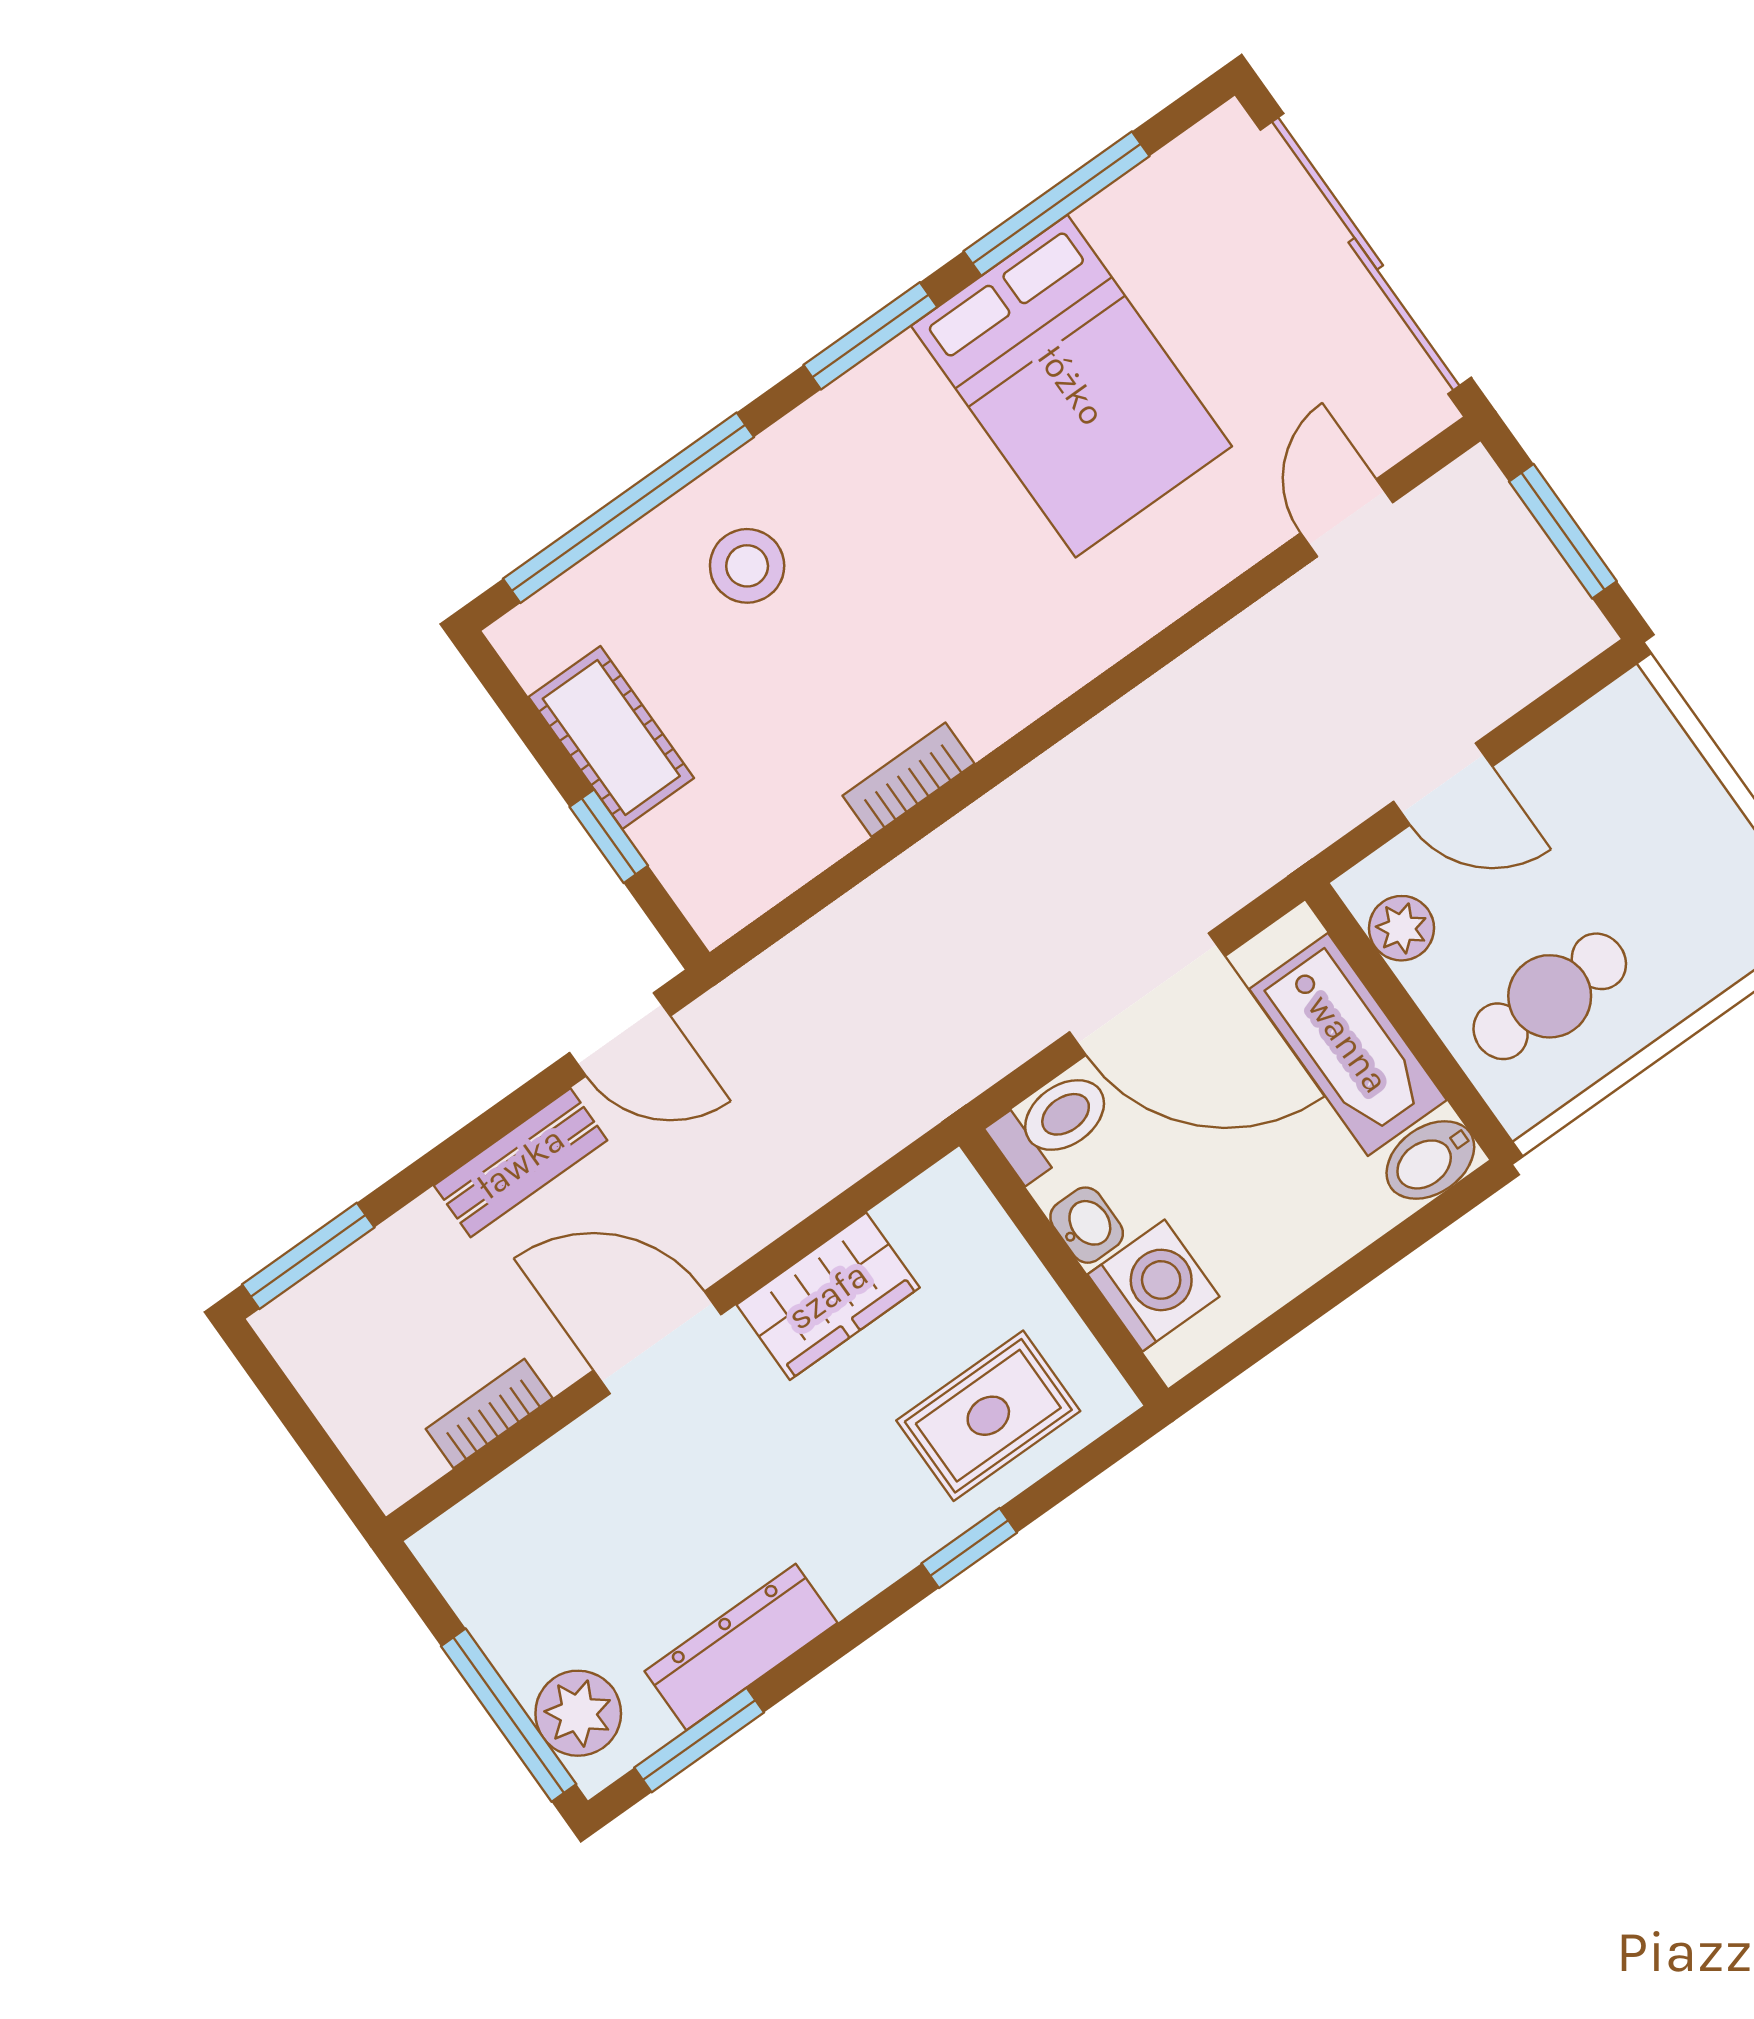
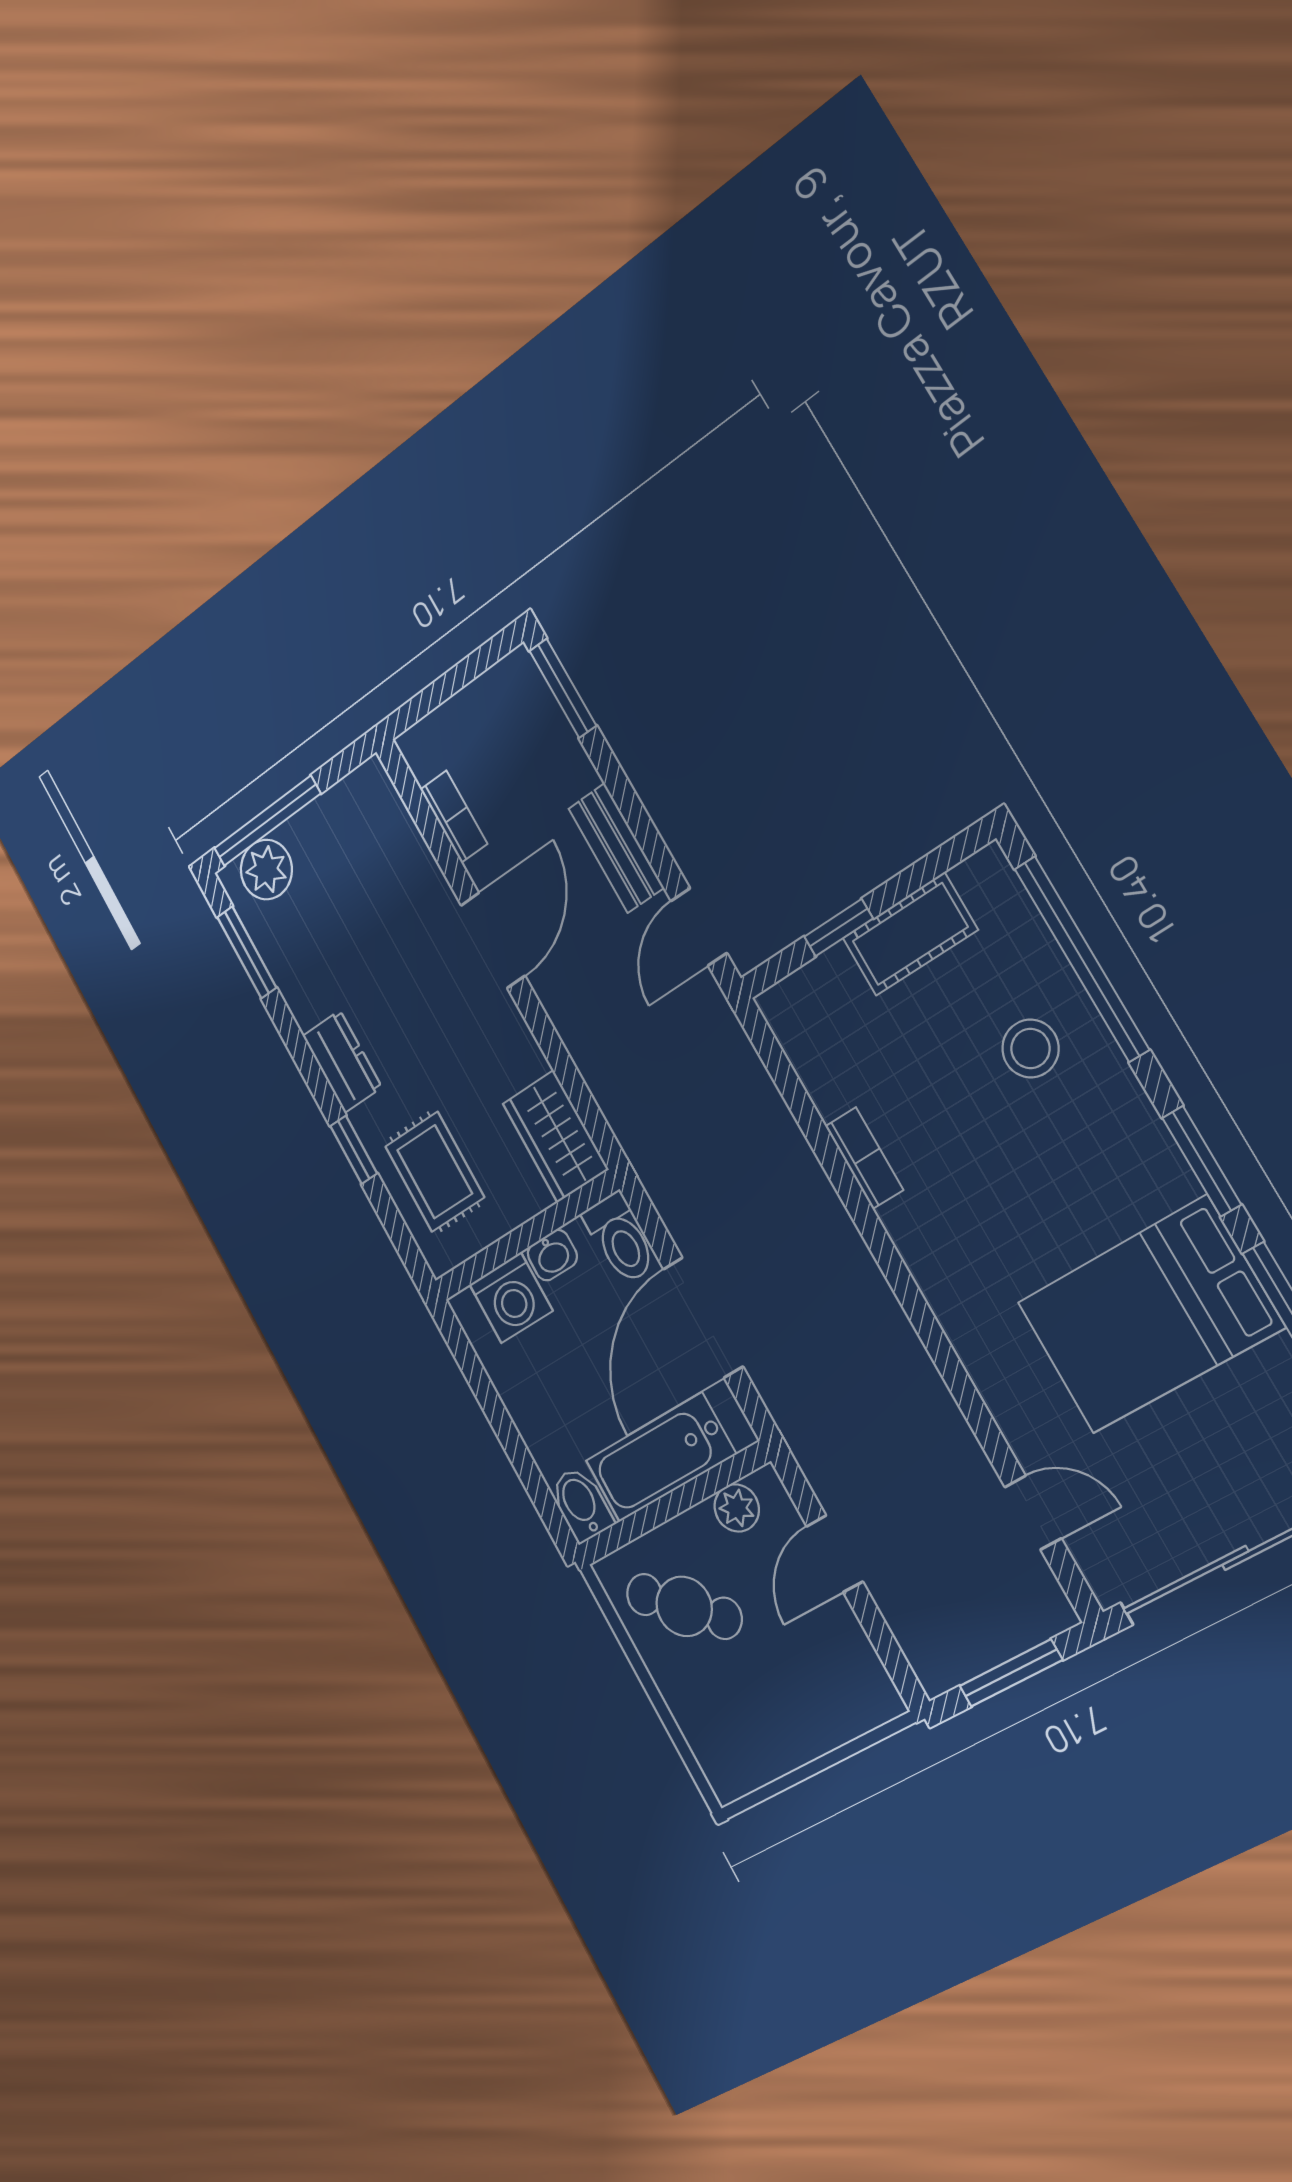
cafe table: (1550, 996) -> (684, 1606), turned -48
wardrobe: (828, 1296) -> (556, 1136), moved
dresser: (741, 1647) -> (342, 1062), moved, width x0.70

